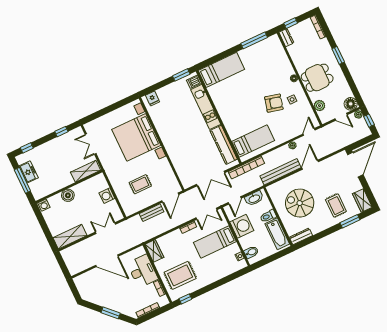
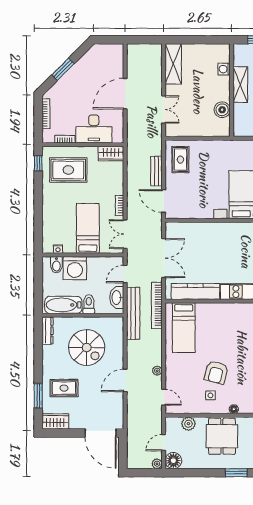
window: (369, 121) -> (144, 473), removed
door: (310, 165) -> (125, 380), swing flipped
shelving: (86, 171) -> (240, 85), moved
bench: (280, 172) -> (133, 313), moved
double door: (211, 178) -> (164, 258), swing flipped
rug: (140, 184) -> (180, 160), moved
boiler: (68, 195) -> (222, 110), moved
washing machine: (107, 196) -> (200, 129), removed
door: (235, 200) -> (125, 274), hinge flipped
spiral stairs: (300, 203) -> (87, 348), turned 90
washing machine: (44, 205) -> (224, 69), moved
washing machine: (242, 226) -> (75, 268), moved
rug: (180, 275) -> (68, 170), turned 90

